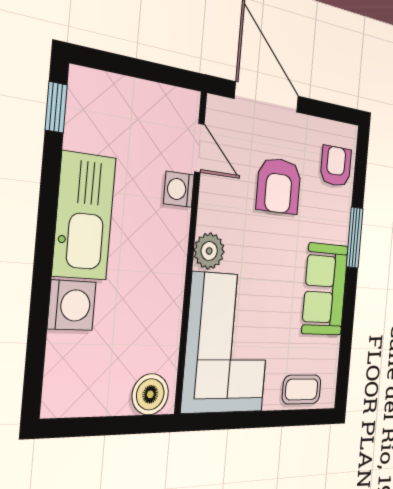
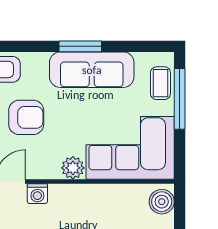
window: (355, 238) -> (80, 46), moved
sofa: (325, 289) -> (92, 70), width x1.36
window: (281, 418) -> (180, 99), added

